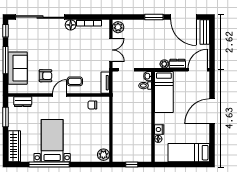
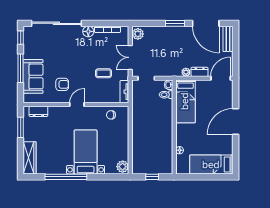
double door: (111, 50) -> (130, 57), swing flipped
coffee table: (75, 81) -> (103, 73), moved
nightstand: (159, 129) -> (181, 140), removed
bed with nightstands: (52, 141) -> (86, 152), moved

